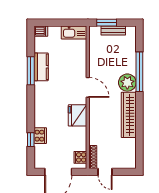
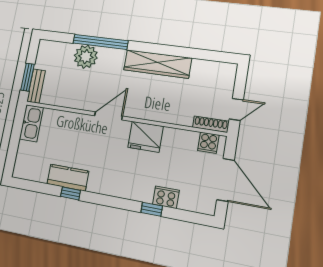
dishwasher: (41, 31) -> (20, 169), removed
bench: (113, 31) -> (36, 86), moved
window: (31, 71) -> (71, 193), width x0.46
plant: (127, 83) -> (86, 57), moved
window: (31, 140) -> (152, 209), moved

